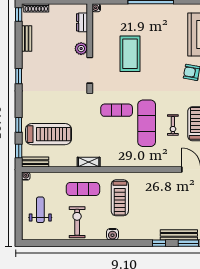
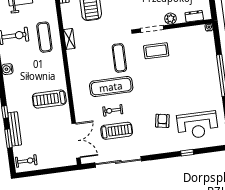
coffee table: (130, 54) -> (156, 51), moved, width x0.73, depth x0.76
treadmill: (120, 198) -> (49, 99), moved

